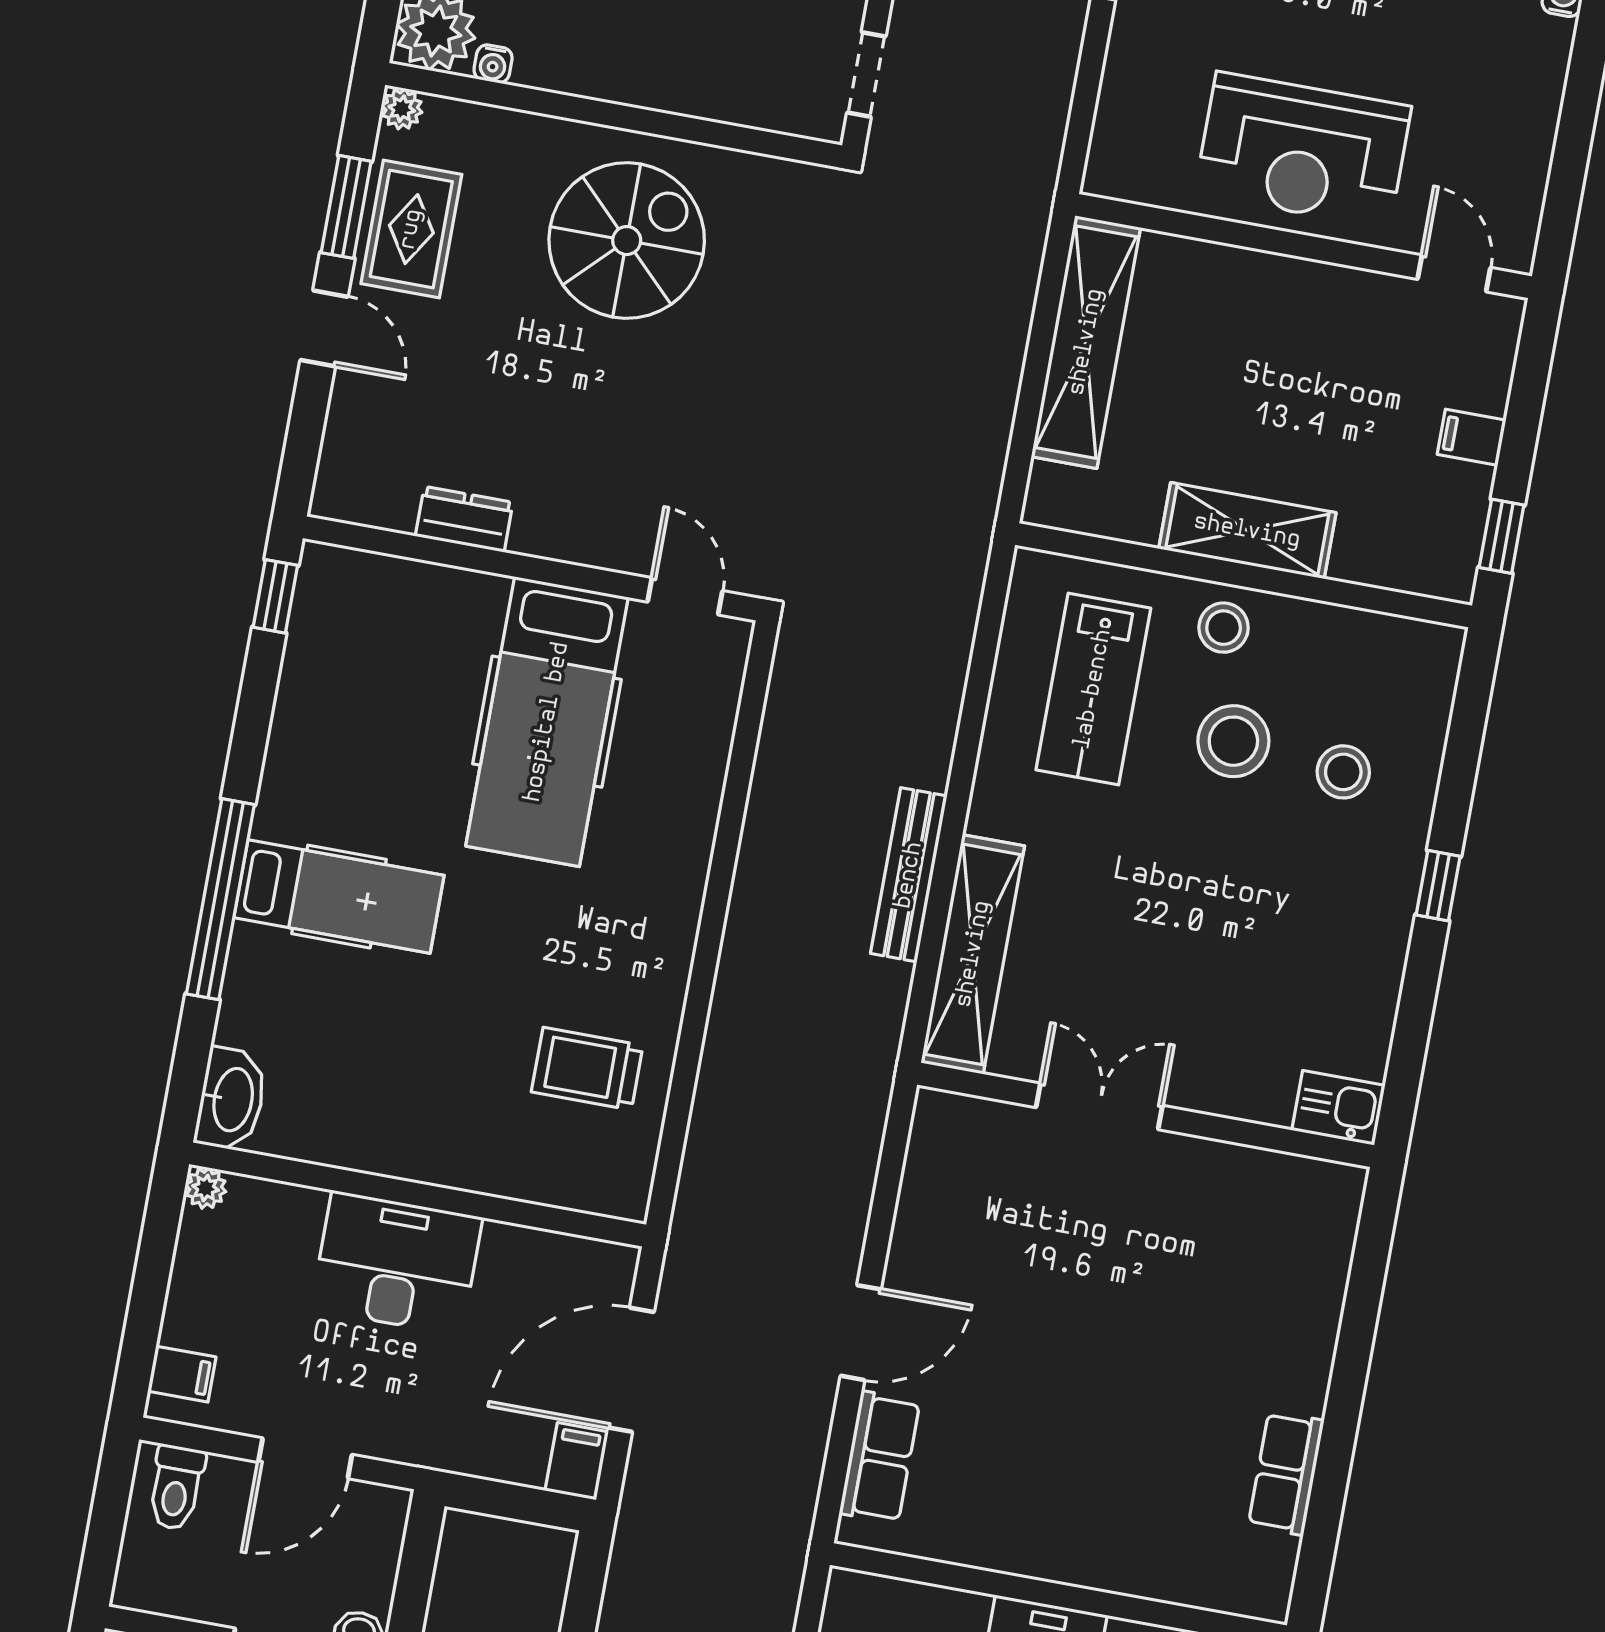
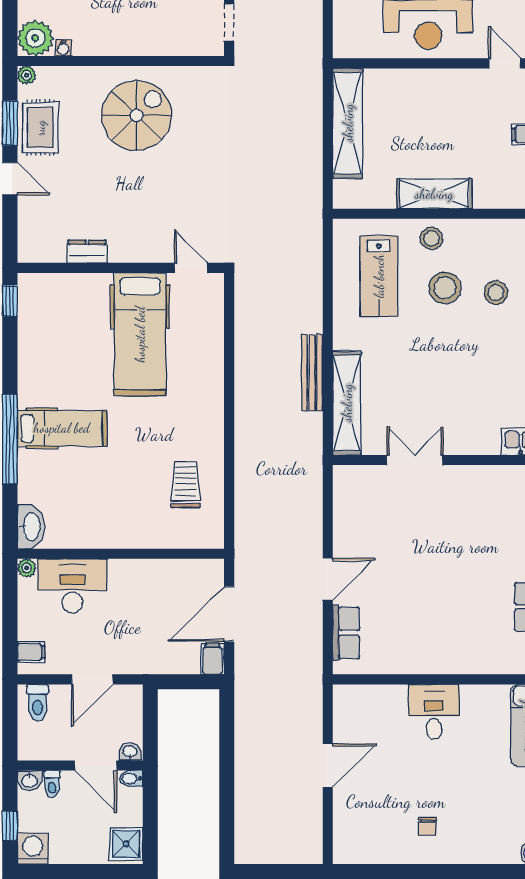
trolley: (587, 1069) -> (186, 484), turned 90
desk: (397, 1263) -> (72, 586), moved

